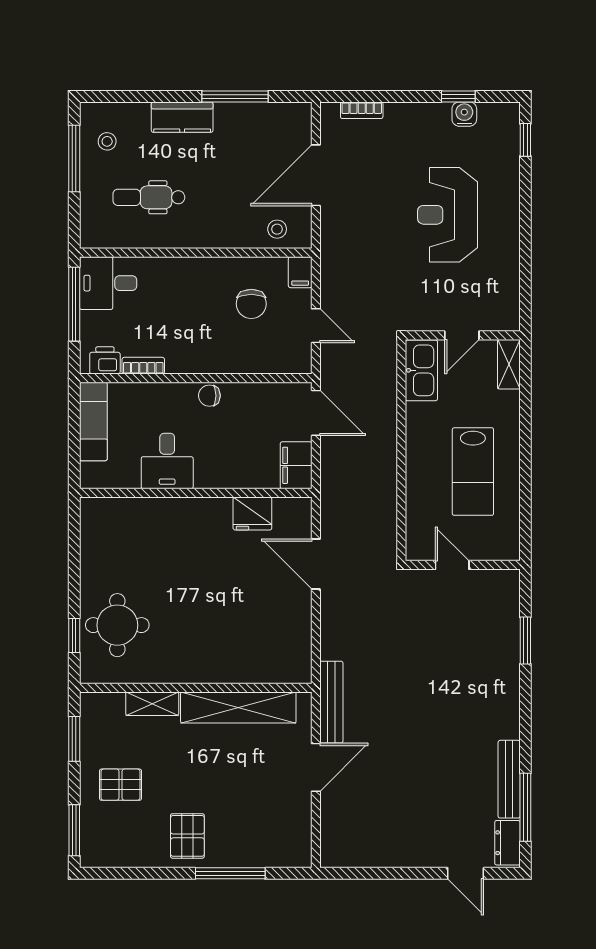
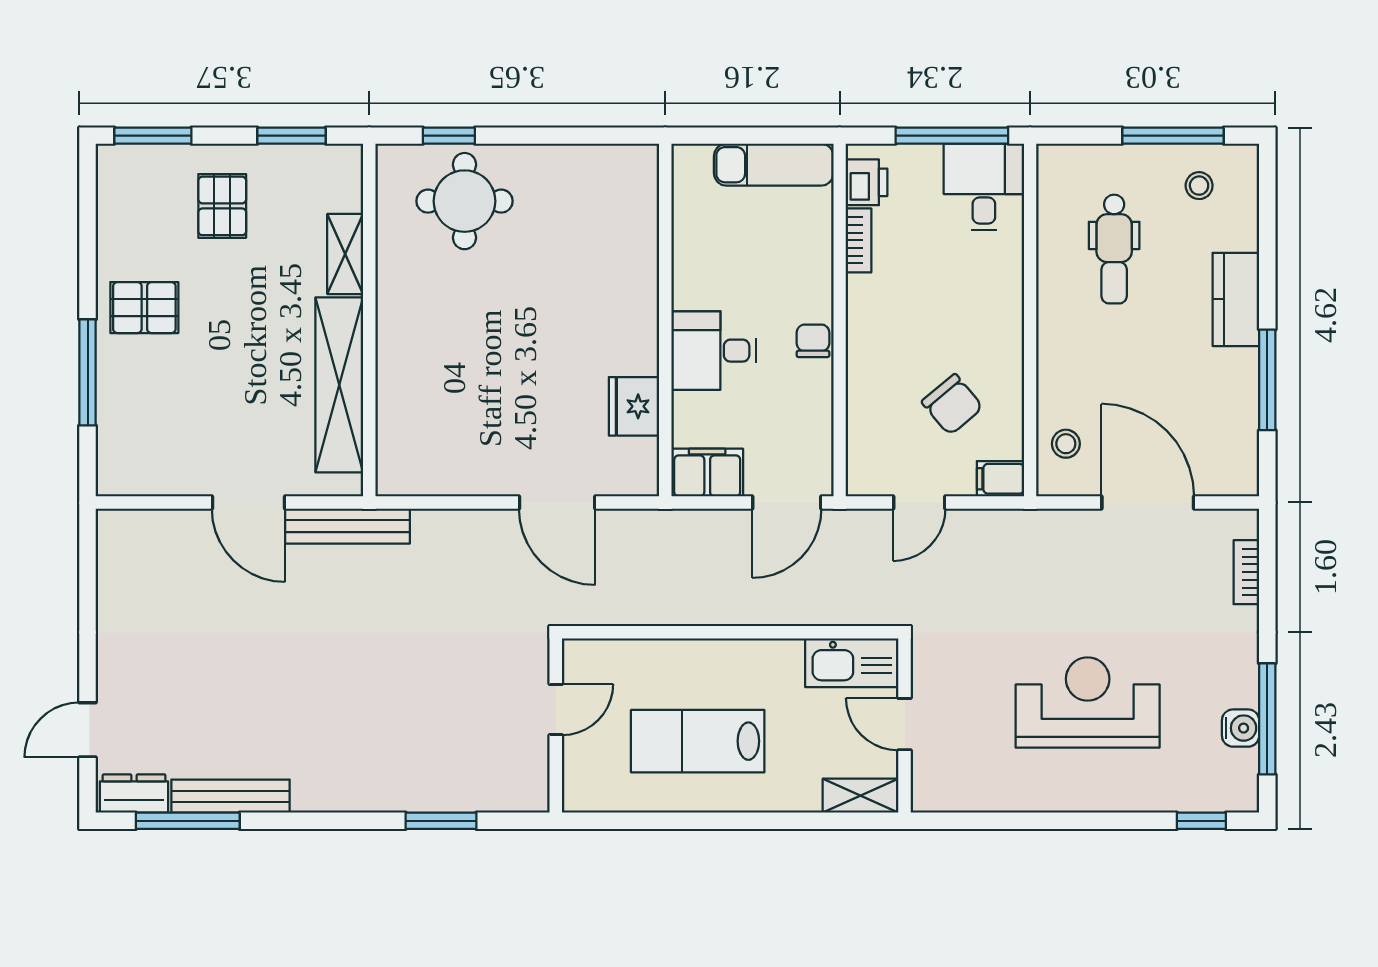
window: (458, 96) -> (1267, 719), width x2.17
dental chair: (149, 197) -> (1114, 249), turned 180
chair: (251, 304) -> (952, 404), turned -130
desk: (167, 461) -> (714, 351), moved
door: (316, 564) -> (557, 503), swing flipped

